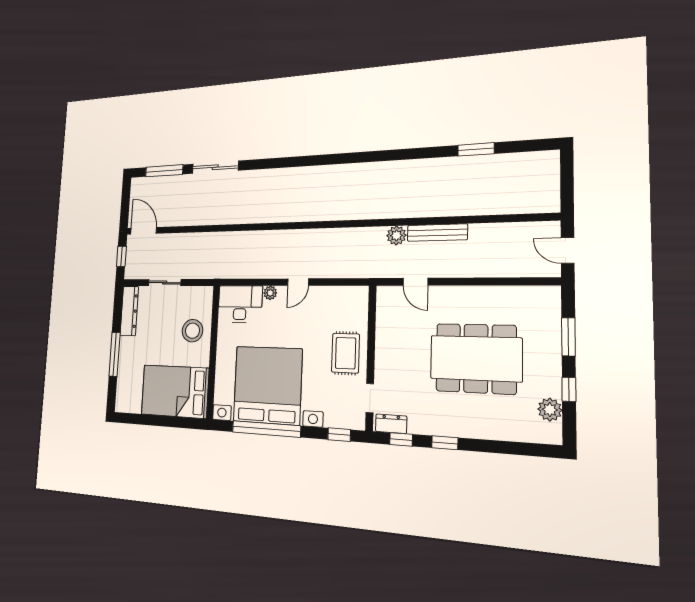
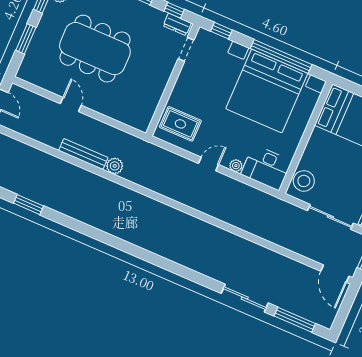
door: (415, 282) -> (71, 104), moved
sliding door: (165, 283) -> (330, 217), width x1.37
stool: (192, 331) -> (304, 181), moved
rug: (346, 353) -> (180, 124), moved, turned 90

